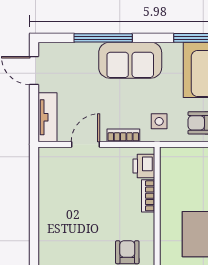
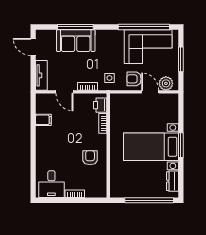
sofa: (130, 60) -> (76, 41), moved
door: (85, 144) -> (64, 92), swing flipped
filing cabinet: (51, 190) -> (43, 120), added

